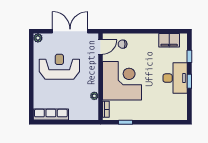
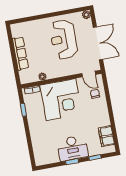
reception desk: (59, 67) -> (63, 39), turned 180
row of seats: (51, 114) -> (21, 53), moved

